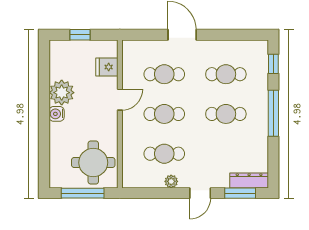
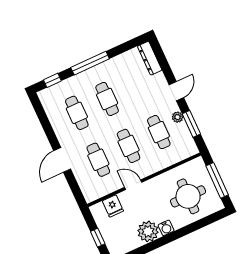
round table: (93, 163) -> (188, 196), moved
door: (200, 193) -> (176, 91), hinge flipped
window: (240, 193) -> (191, 124), moved

